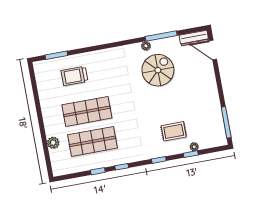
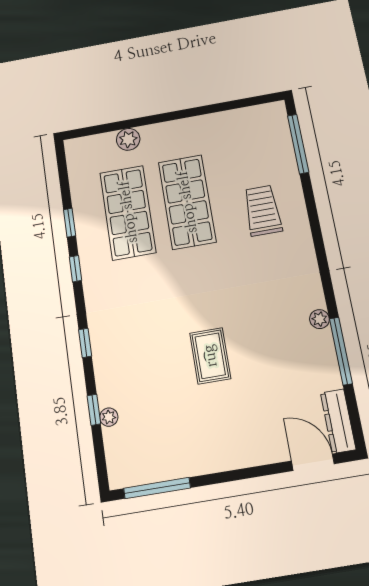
door: (213, 50) -> (313, 462), hinge flipped
window: (56, 55) -> (298, 144), width x1.44
spiral stairs: (158, 70) -> (269, 343), removed
trolley: (74, 76) -> (263, 210), moved
rug: (174, 131) -> (210, 356), moved

